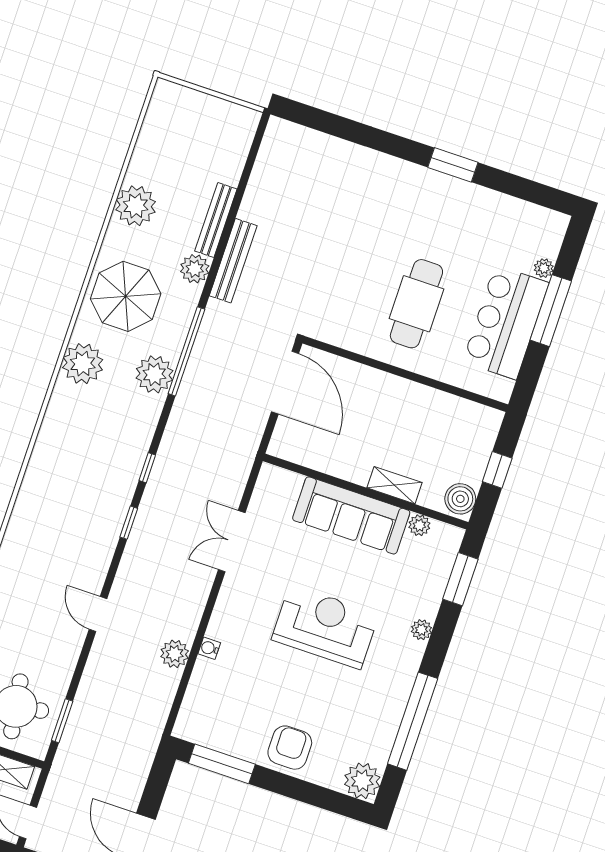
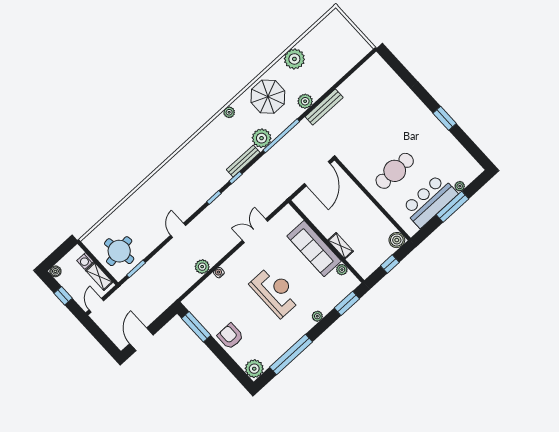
bench: (216, 220) -> (243, 161), moved
plant: (83, 364) -> (229, 112), width x0.53, depth x0.53
boiler: (460, 499) -> (397, 240), moved
armchair: (290, 748) -> (230, 336), turned -90

